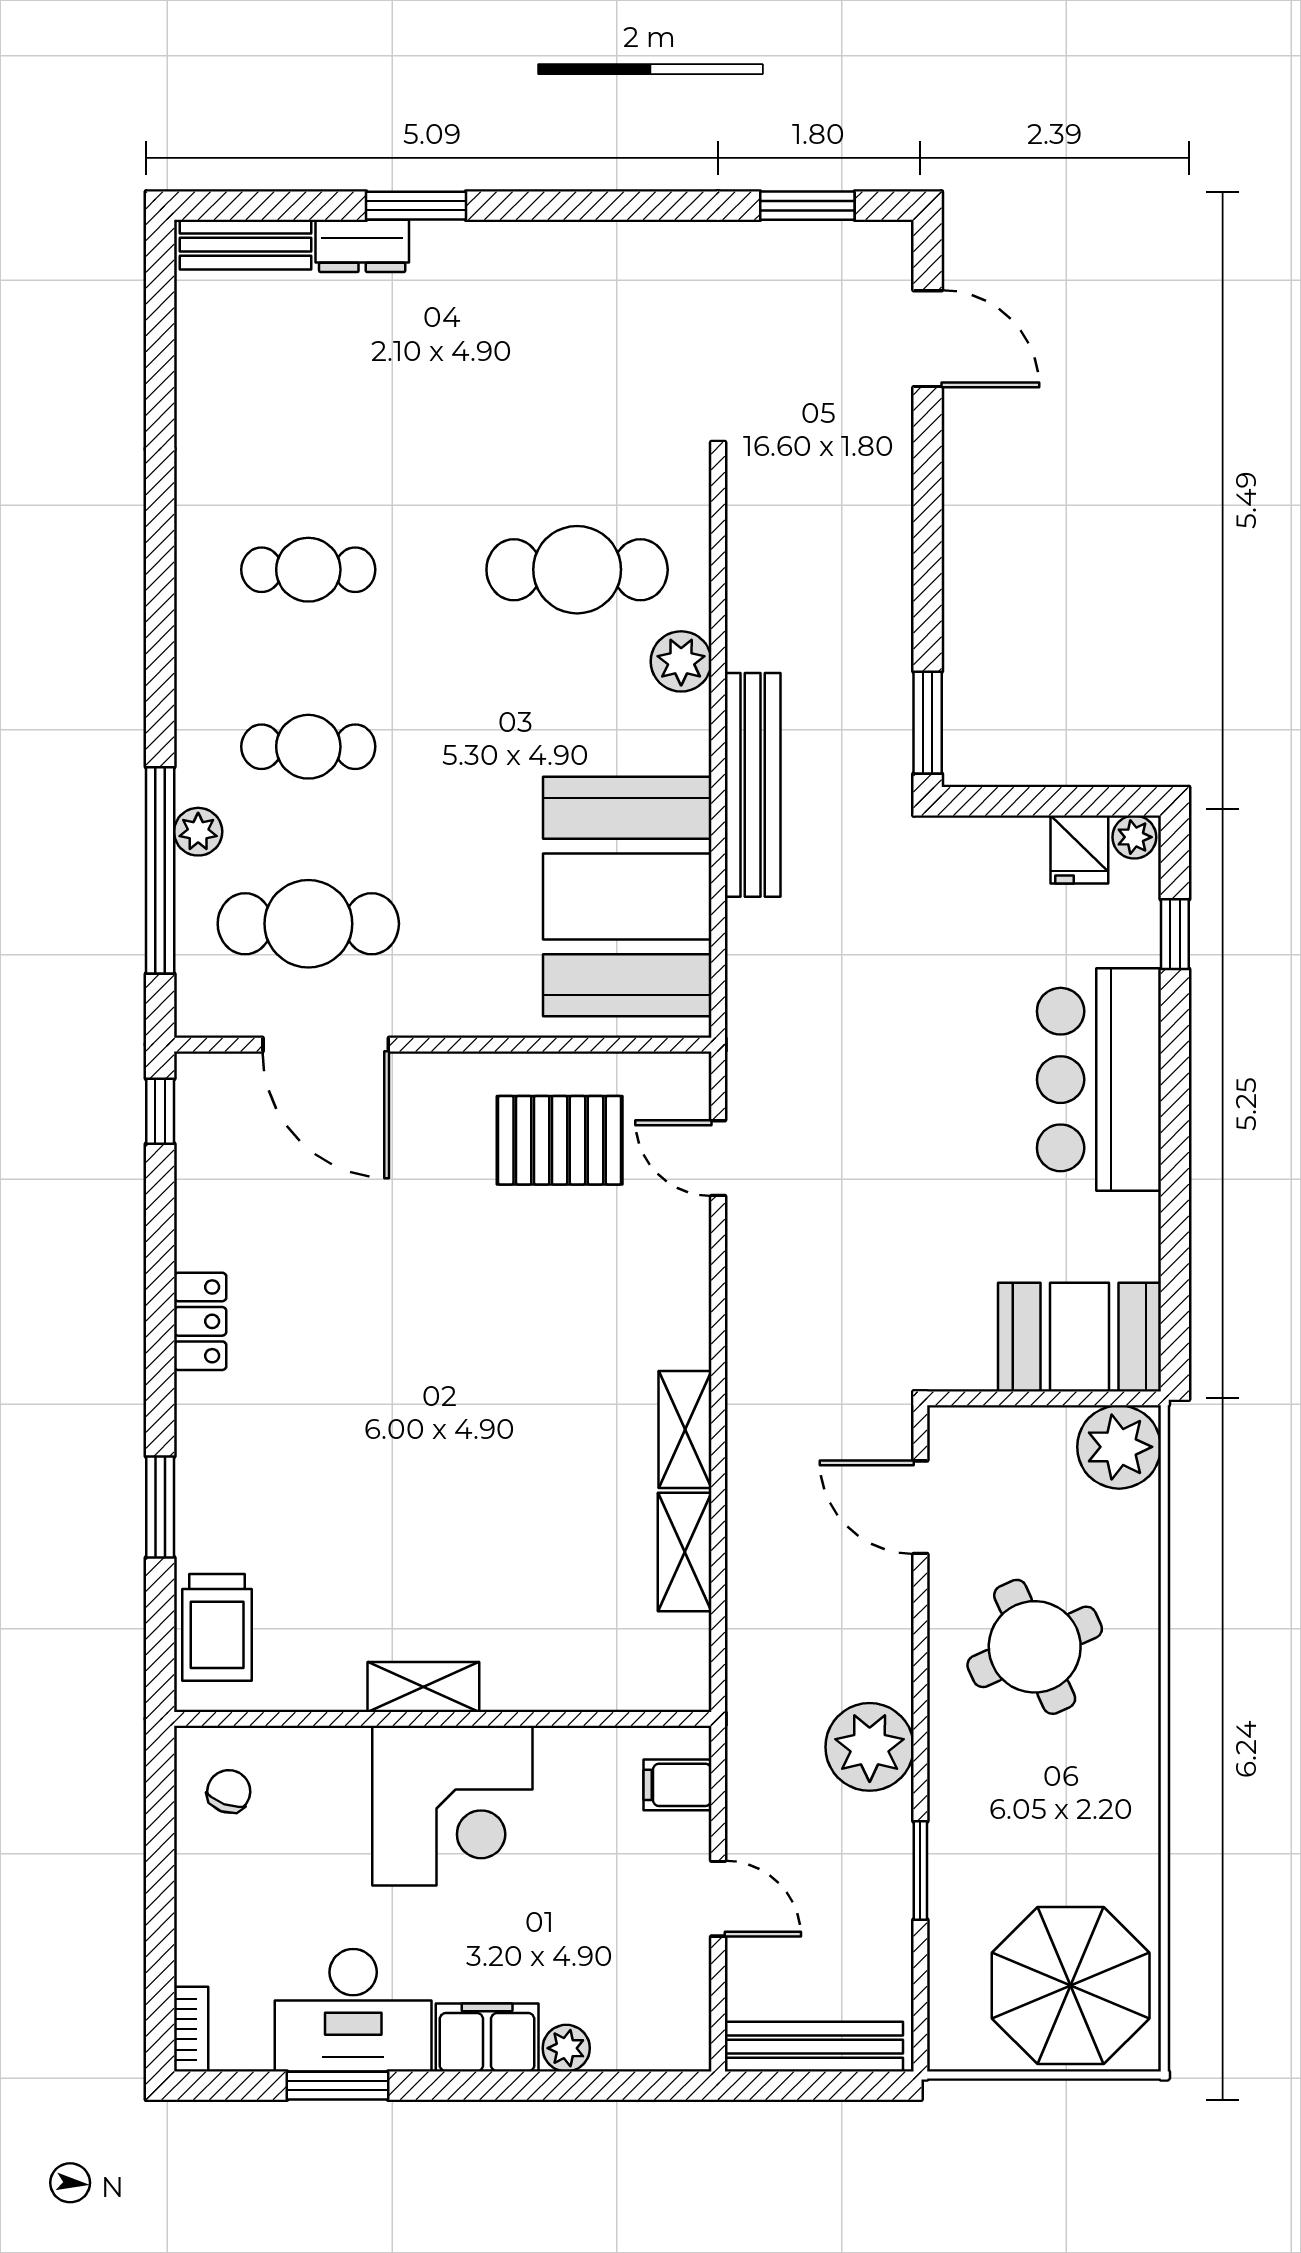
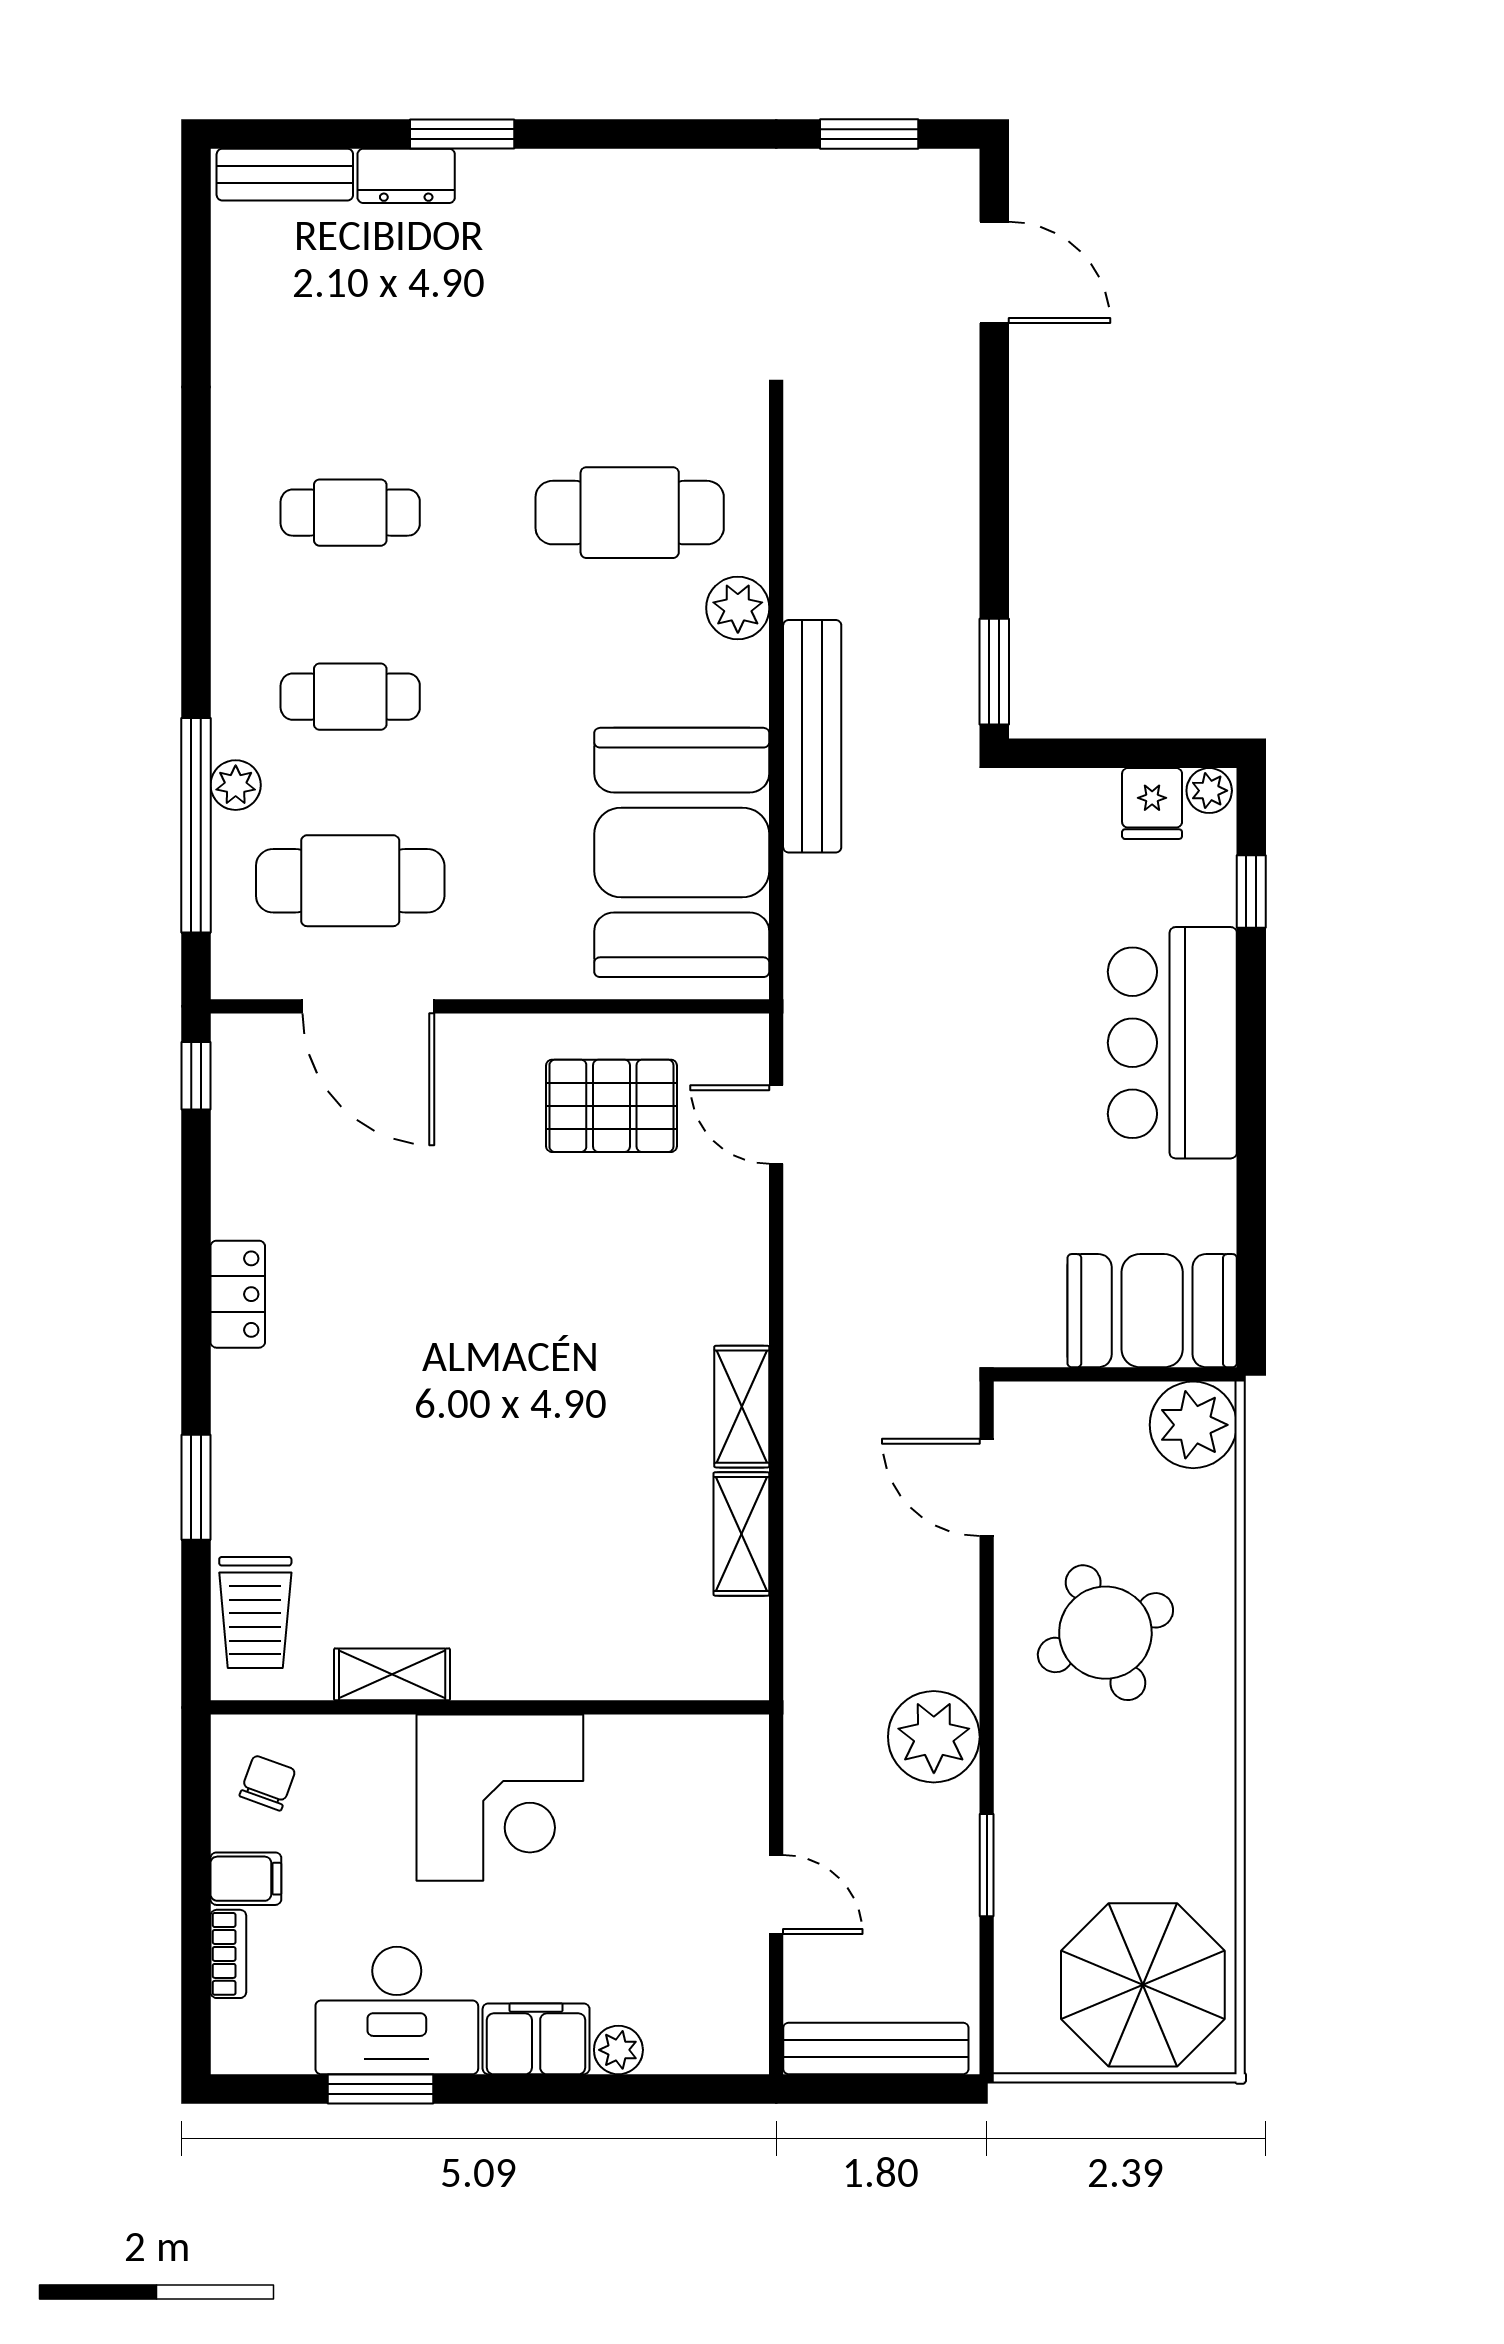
shelving: (423, 1687) -> (392, 1674), moved
filing cabinet: (677, 1785) -> (246, 1879), moved, turned 180
bookcase: (191, 2029) -> (228, 1954), moved

